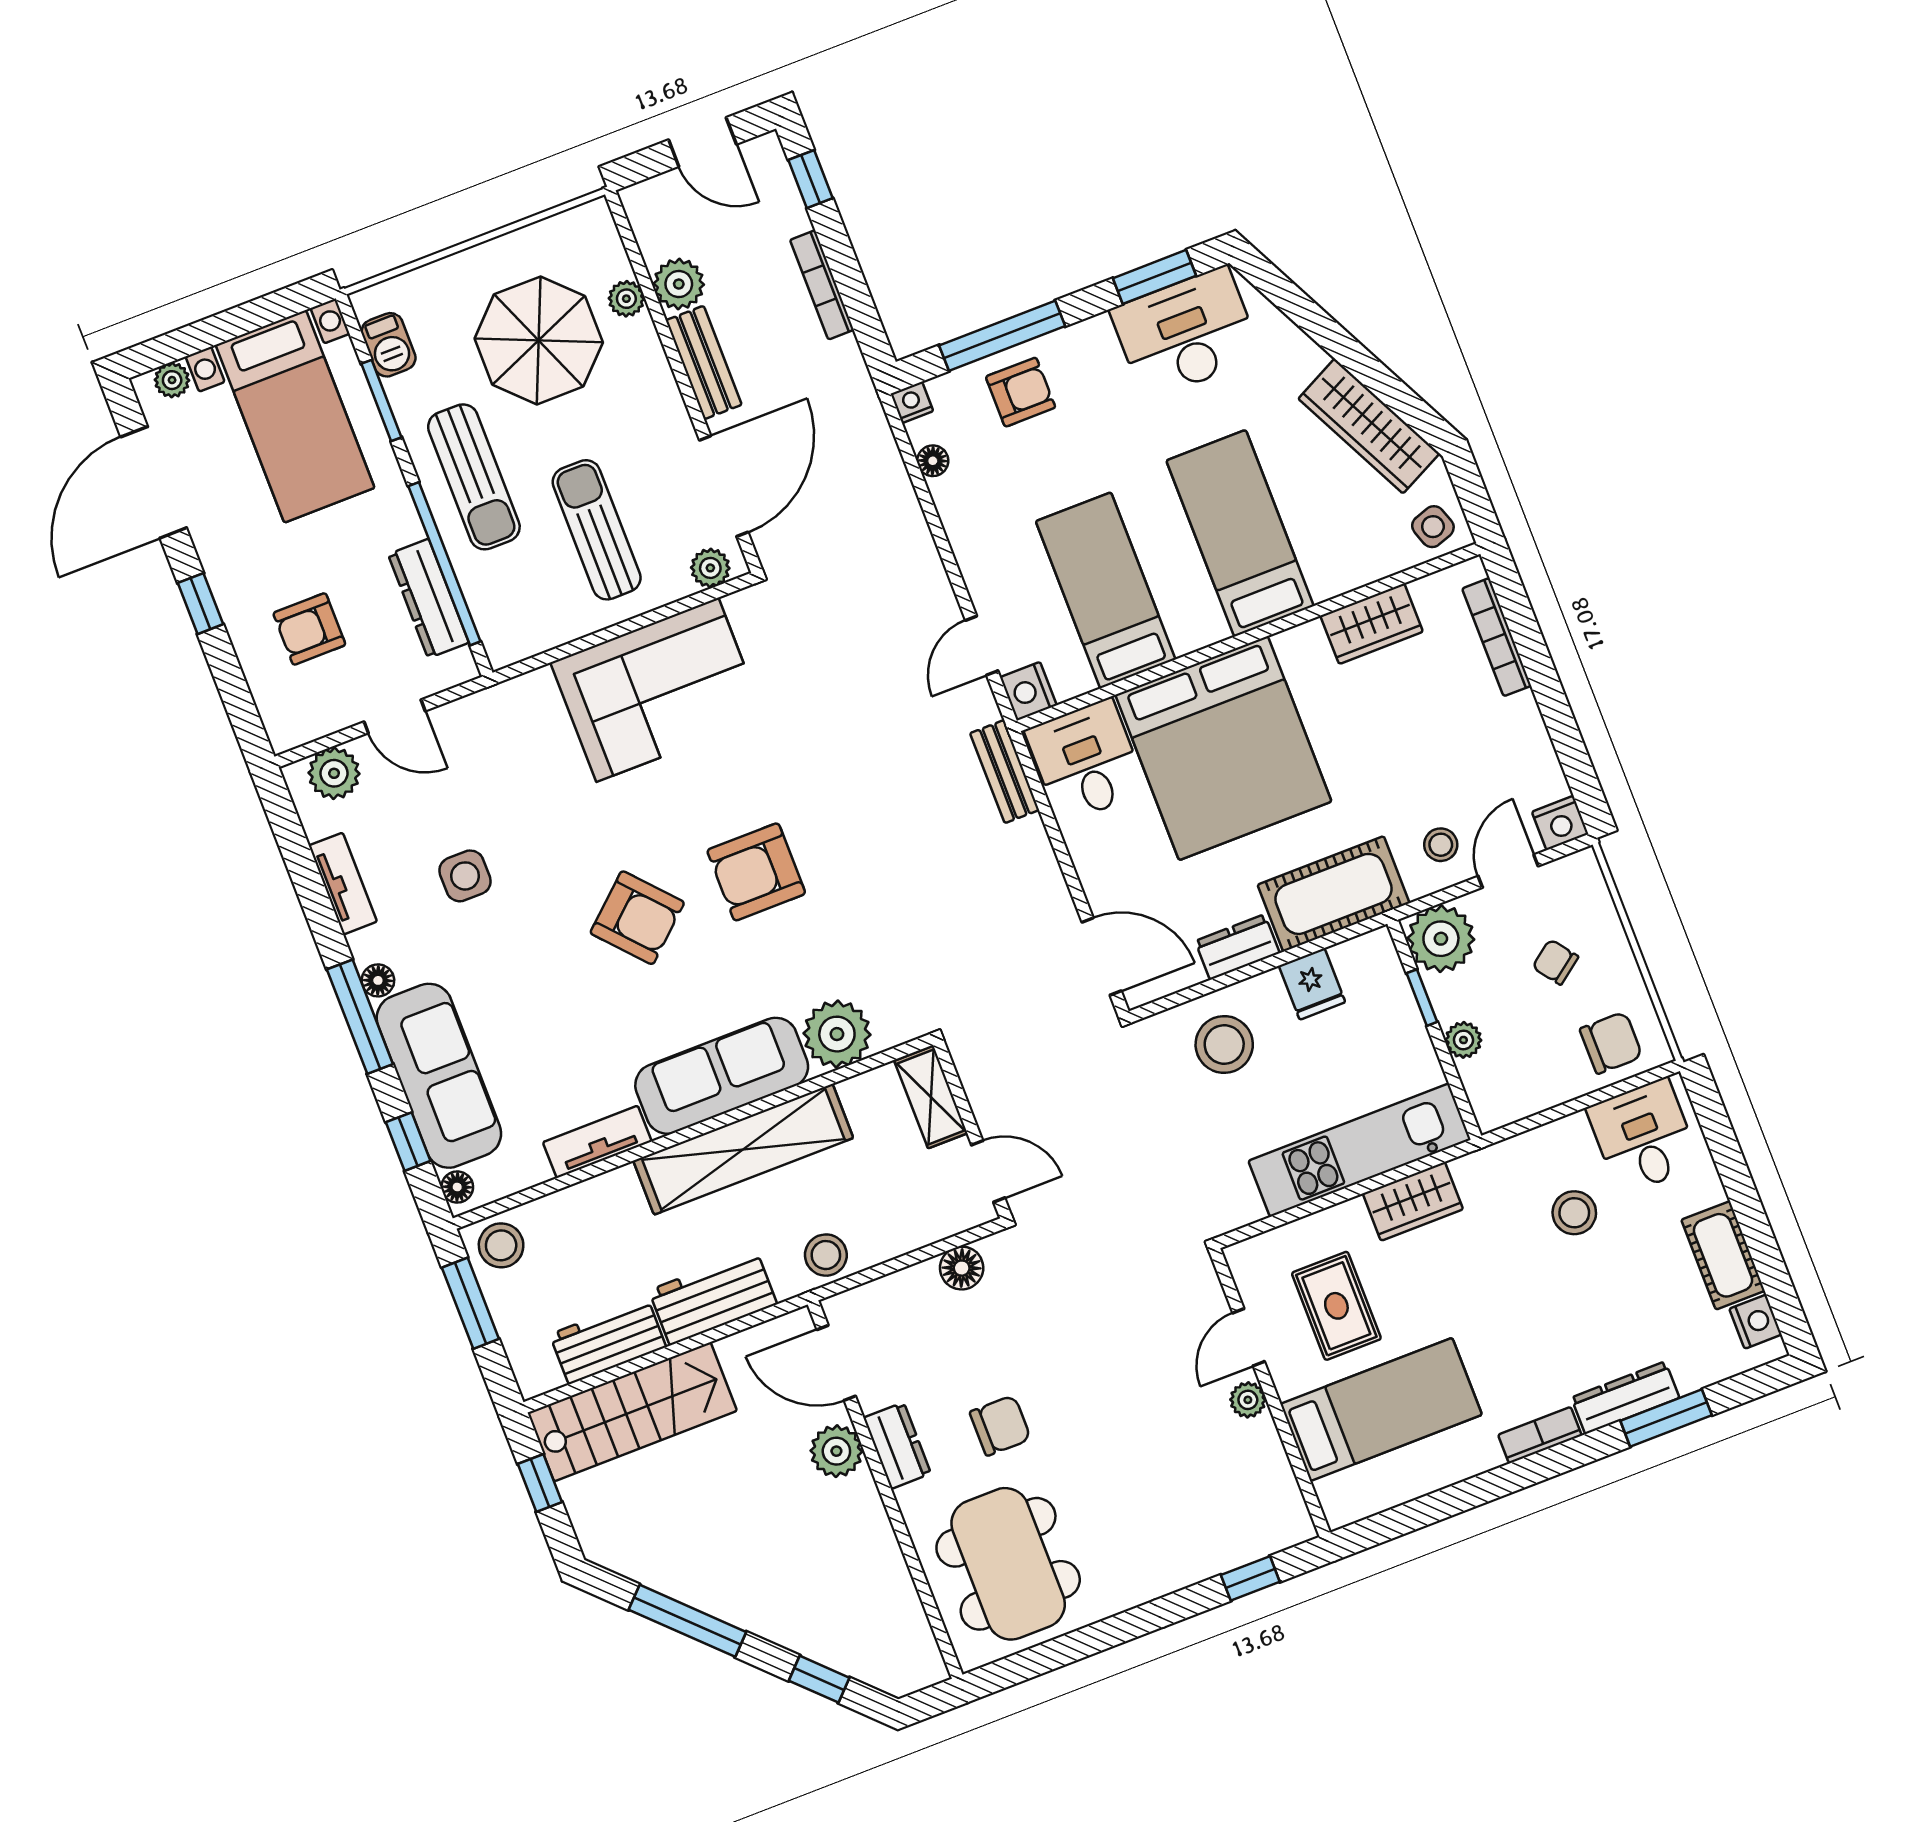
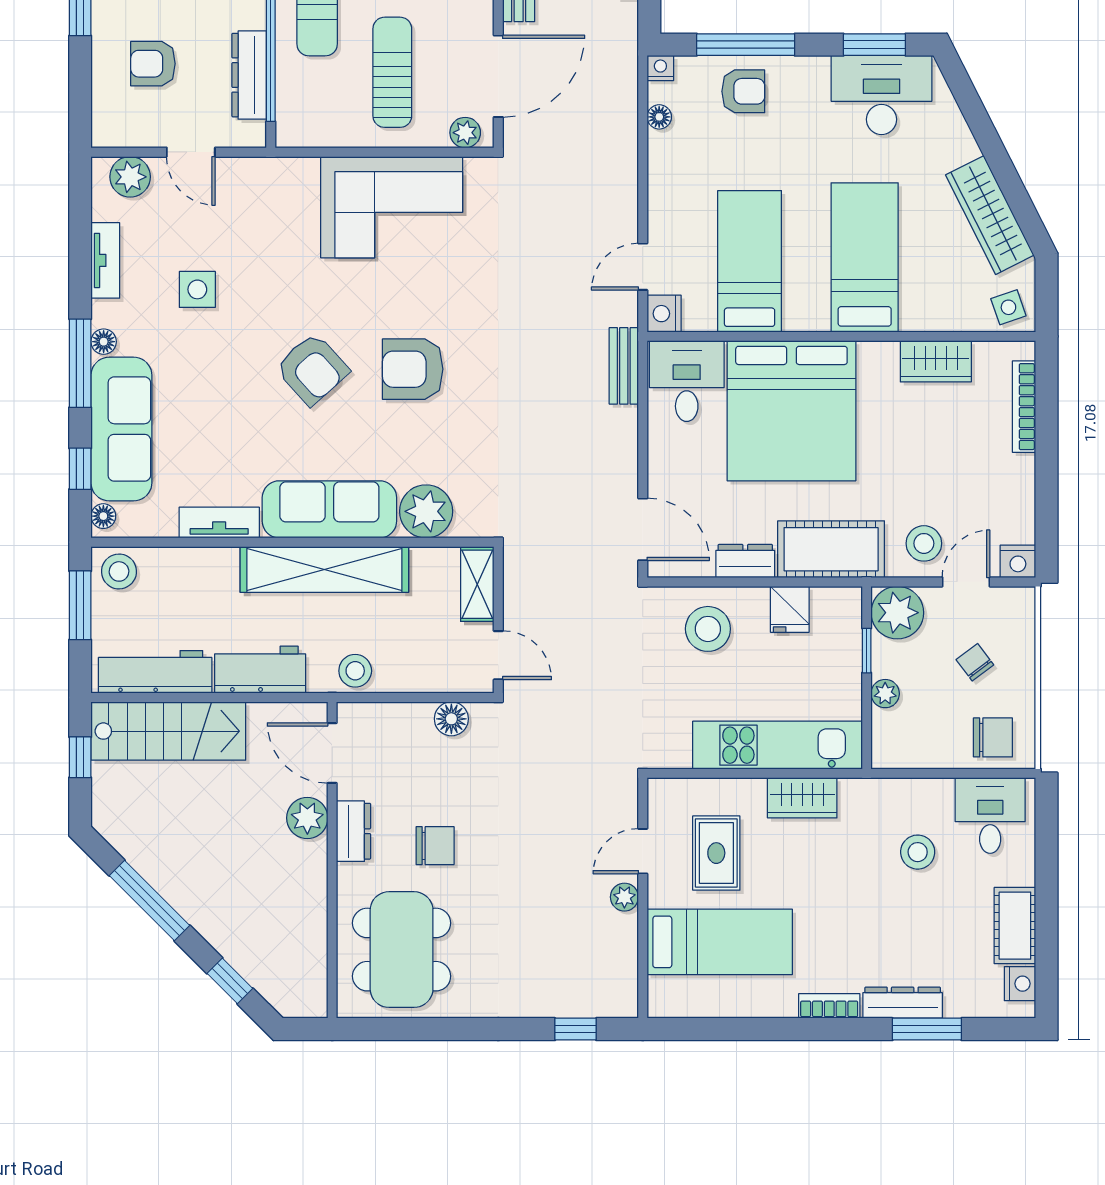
stool: (1441, 845) -> (924, 543), width x1.37, depth x1.37
workbench: (608, 1341) -> (155, 672), width x1.38

